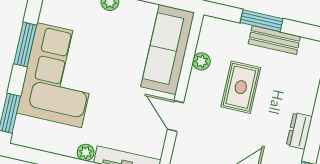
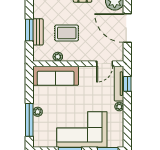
bench: (274, 40) -> (38, 32), moved
door: (176, 116) -> (105, 64), moved

